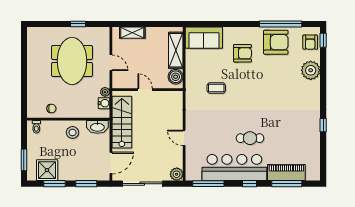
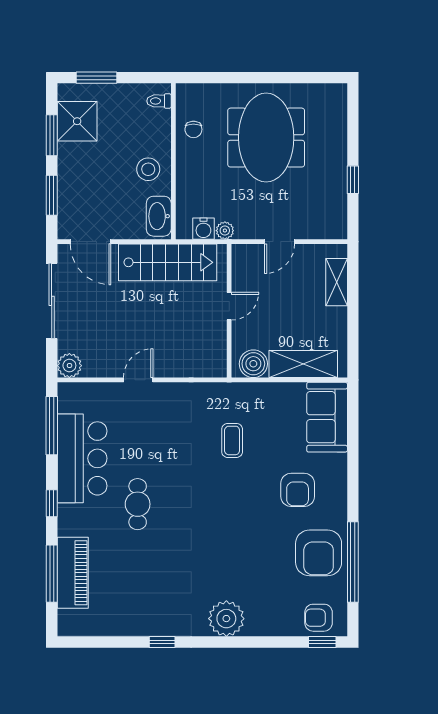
meeting table: (72, 61) -> (266, 138), moved, turned 90
plant: (311, 70) -> (226, 619), moved
bar counter: (234, 168) -> (82, 458), width x0.73

